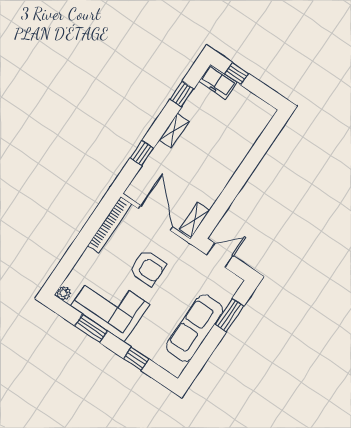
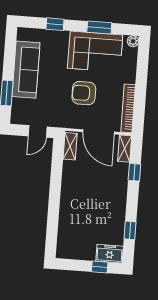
shelving: (174, 131) -> (125, 149), moved

